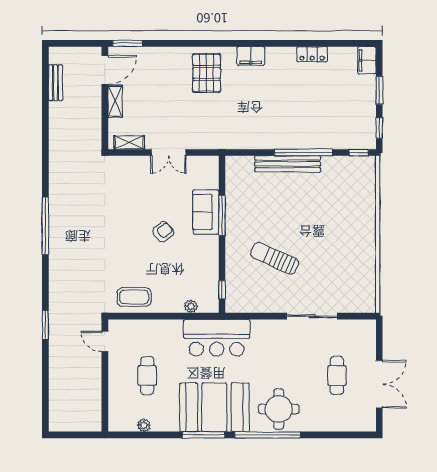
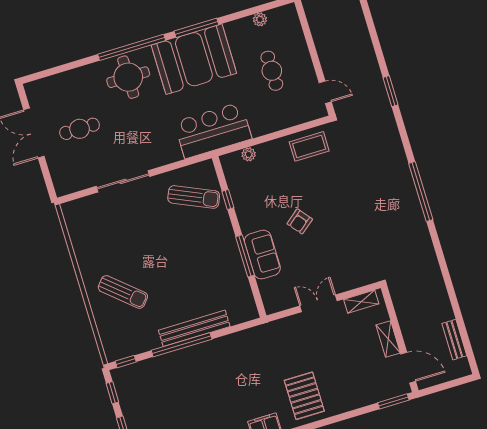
door: (105, 70) -> (408, 368), swing flipped
sun lounger: (342, 216) -> (123, 292), added
sun lounger: (275, 258) -> (194, 197), moved
window: (222, 290) -> (228, 199), moved
cafe table: (337, 376) -> (80, 129), turned 90

